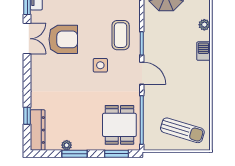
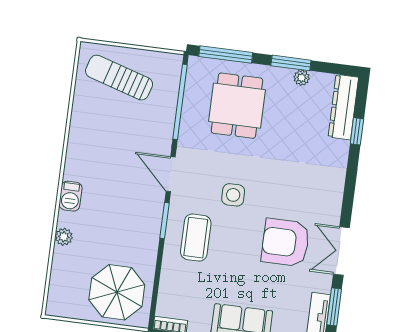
dining table: (119, 125) -> (237, 106), moved
window: (117, 154) -> (226, 54), width x1.44

